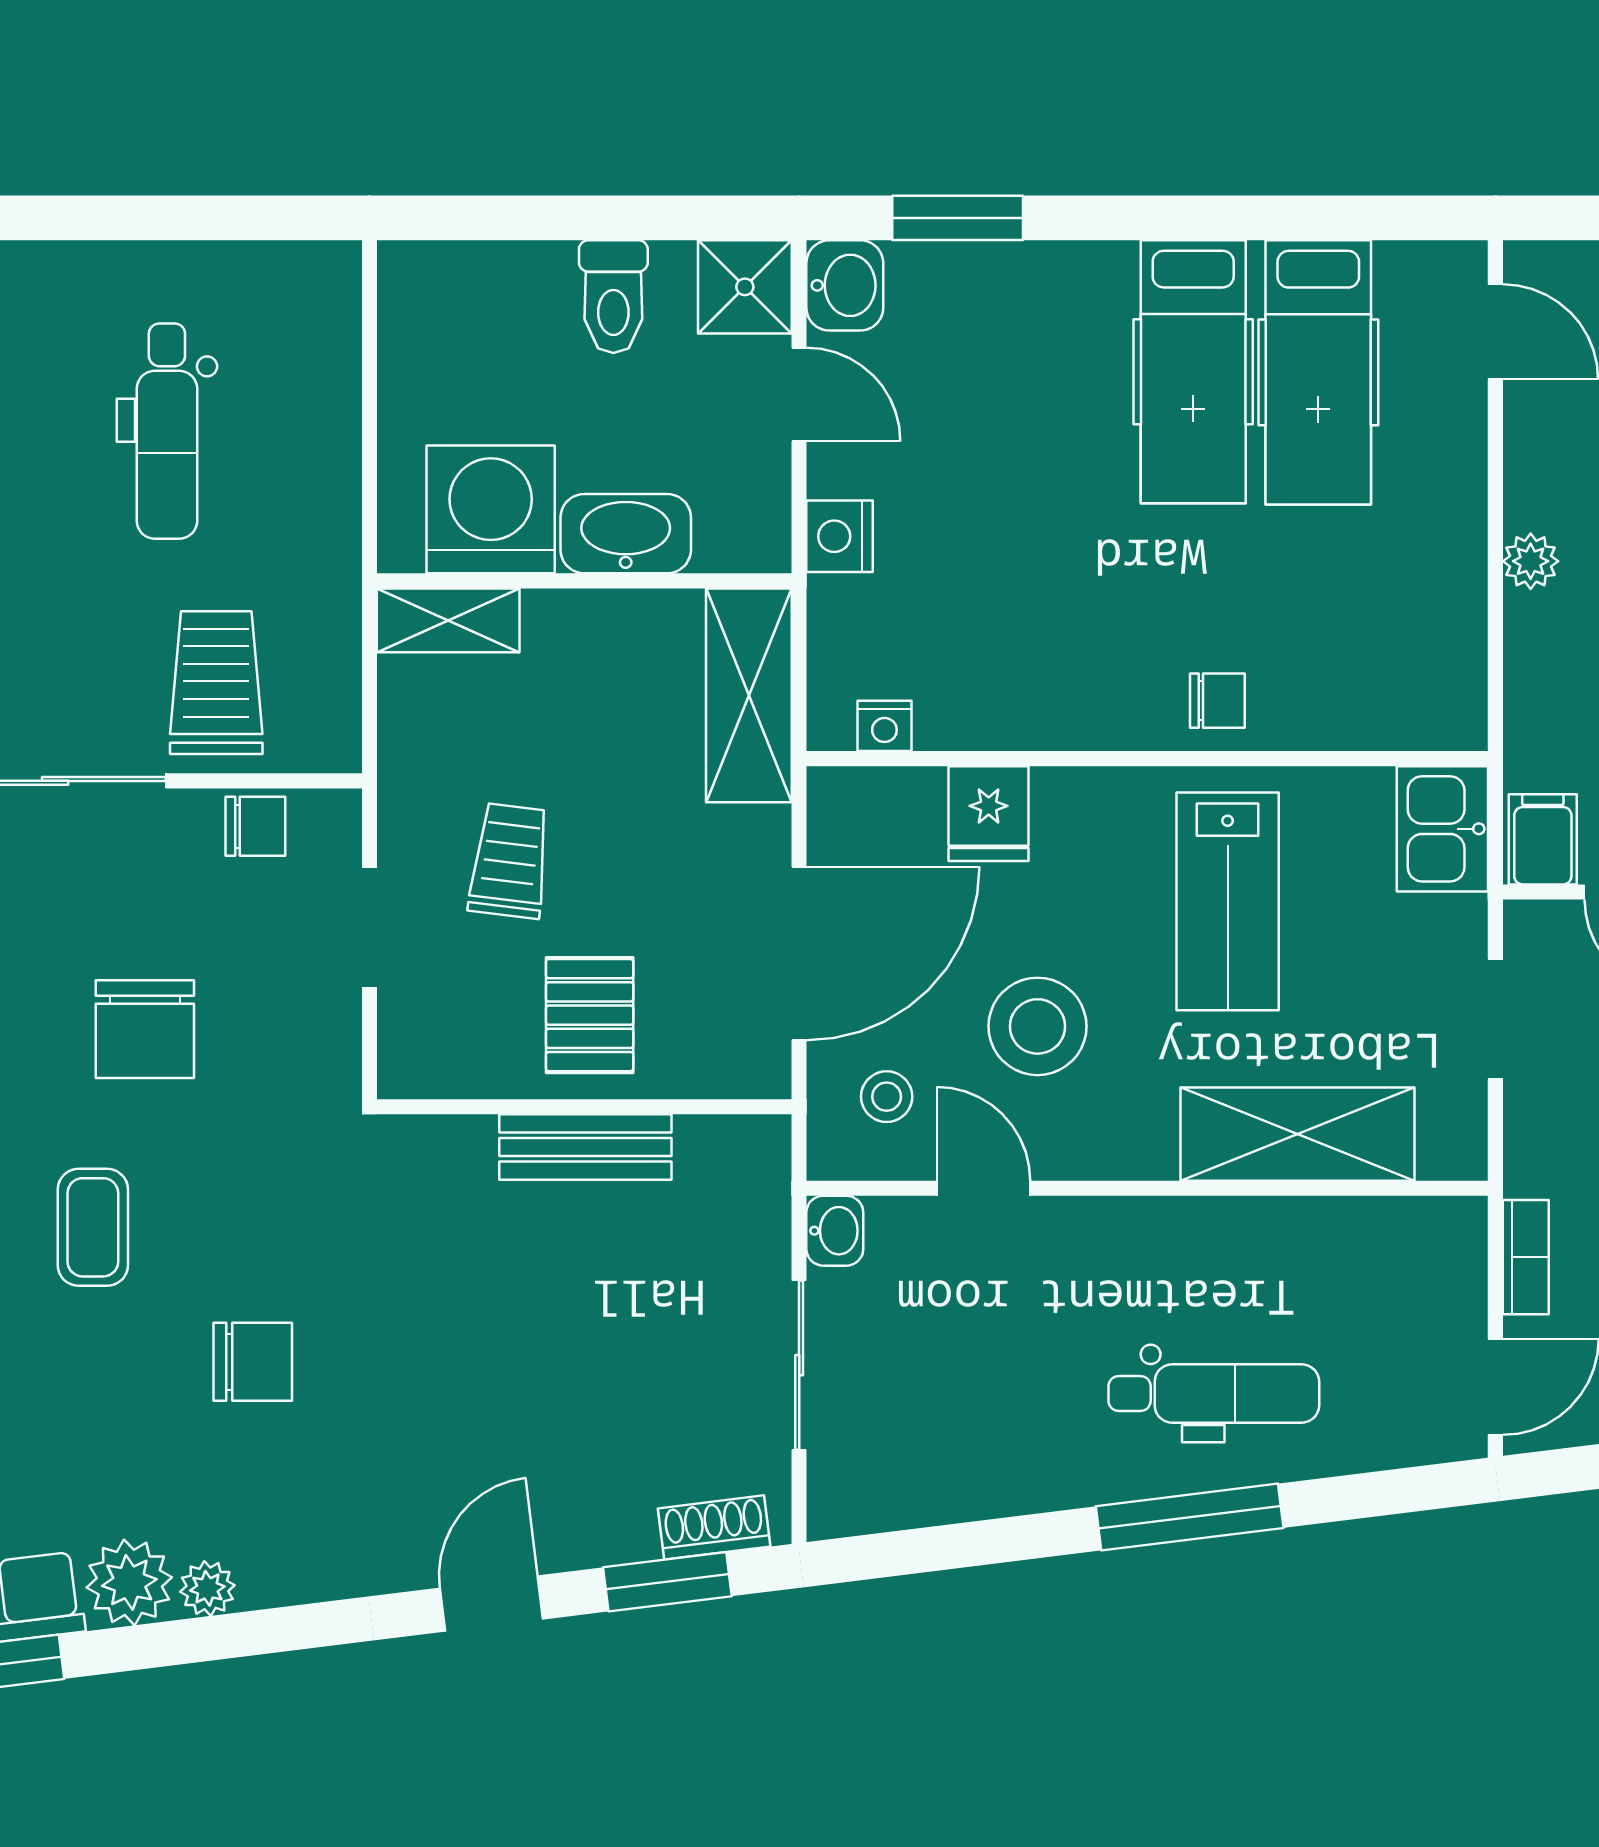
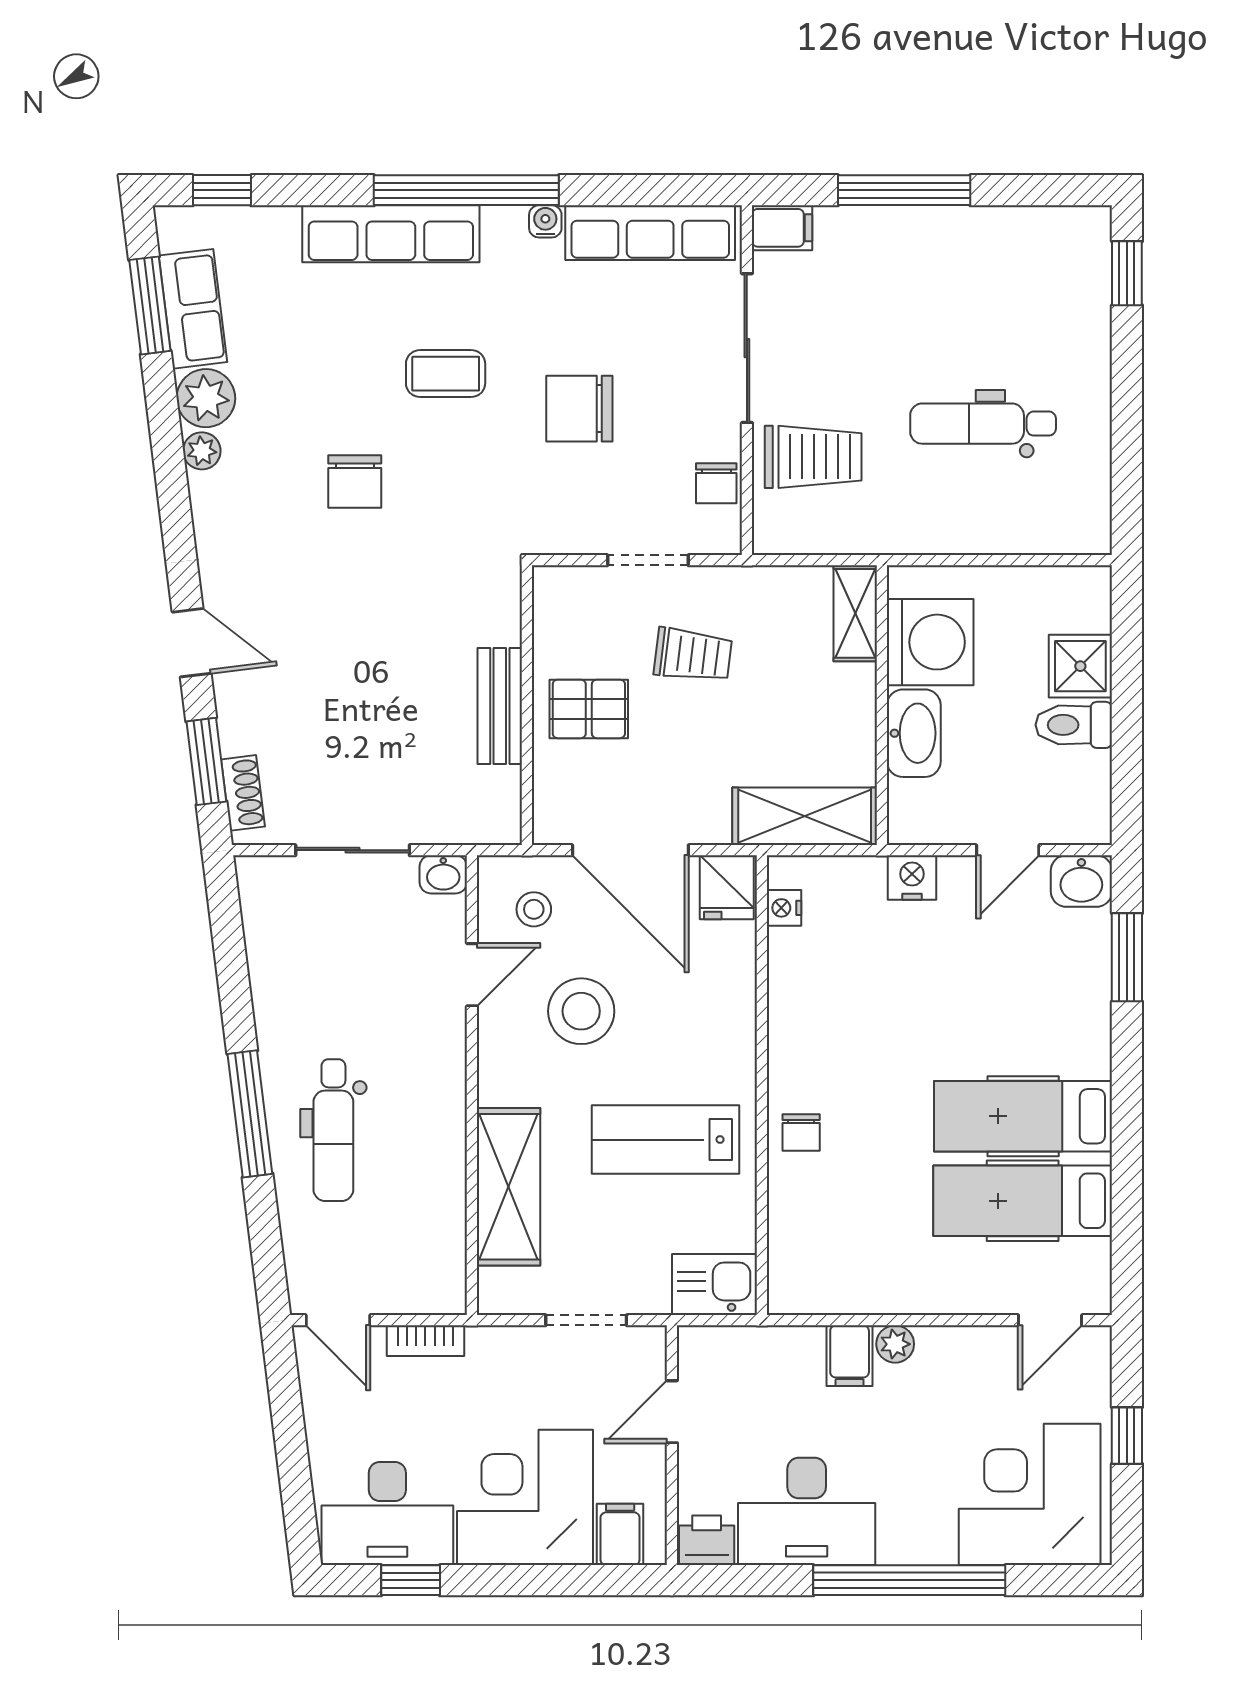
shower: (745, 287) -> (1080, 666), moved
fridge: (989, 814) -> (727, 887), moved, turned -90
filing cabinet: (1543, 839) -> (850, 1356), moved, turned 90

